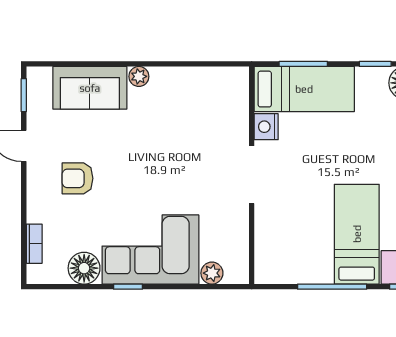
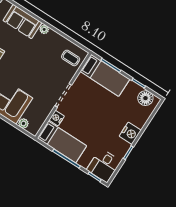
coffee table: (221, 98) -> (71, 58), added
nightstand: (266, 127) -> (57, 118), moved
bed: (357, 234) -> (62, 142), moved, turned 90

